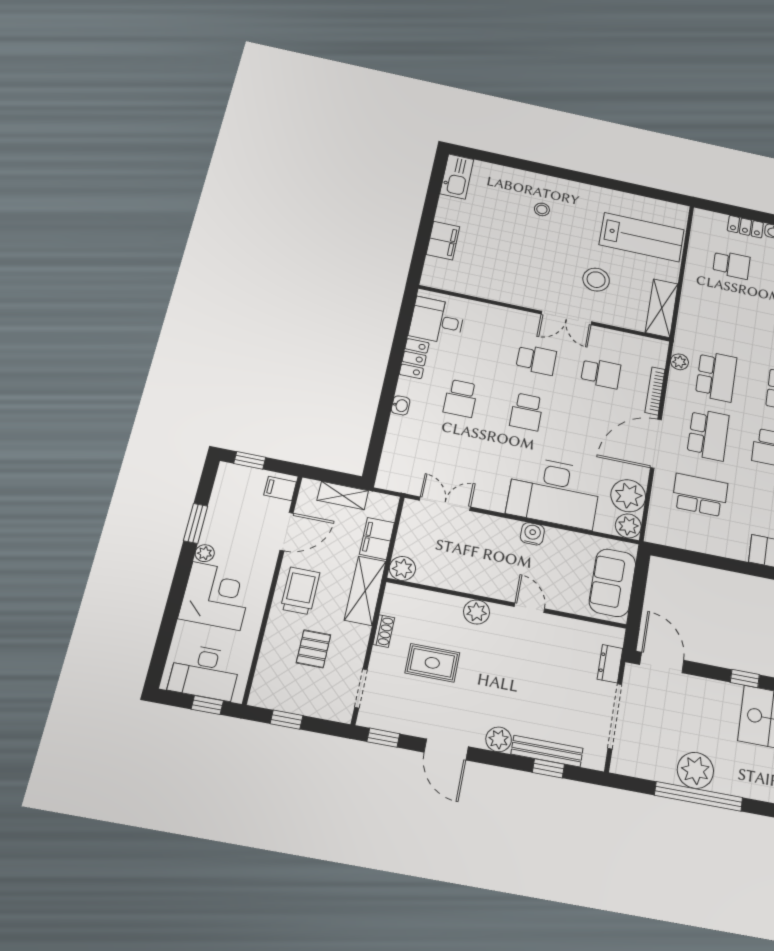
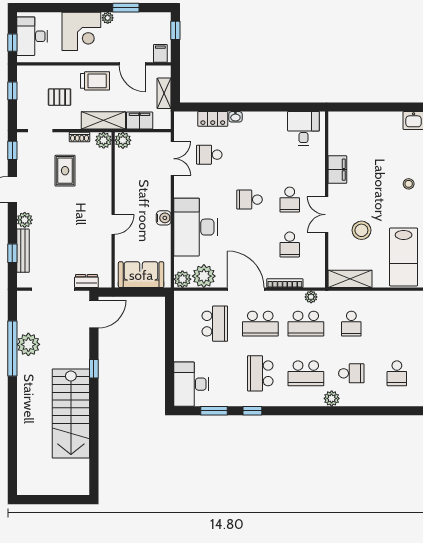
filing cabinet: (443, 241) -> (337, 170), moved, turned -90
school desk: (731, 265) -> (351, 324), moved
locker: (414, 359) -> (213, 119), moved
school desk: (461, 398) -> (209, 155), moved
plant: (477, 612) -> (104, 140), moved

